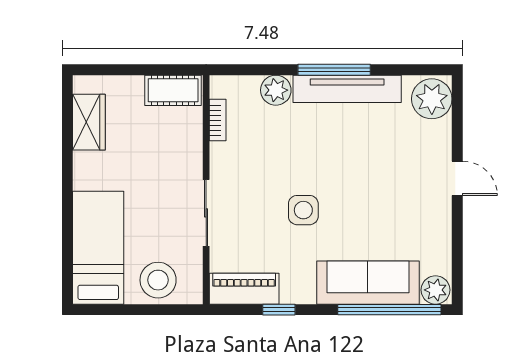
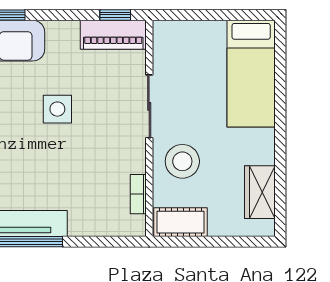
plant: (276, 90) -> (83, 222), removed
stool: (158, 280) -> (182, 161), moved
window: (279, 310) -> (115, 15), moved

